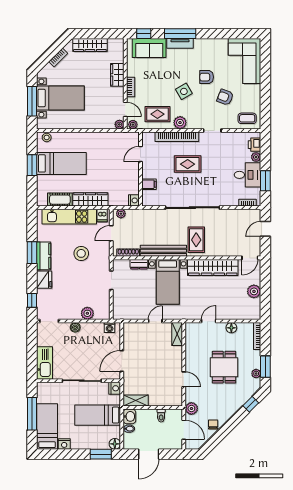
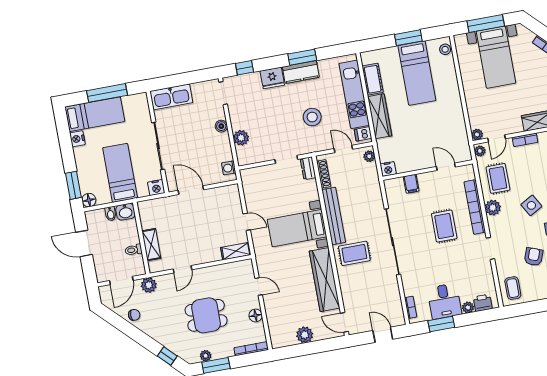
dresser: (139, 264) -> (308, 168), moved
shelving: (136, 401) -> (151, 245), moved

